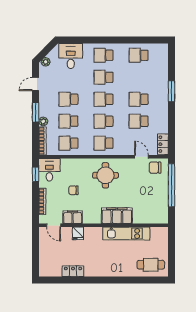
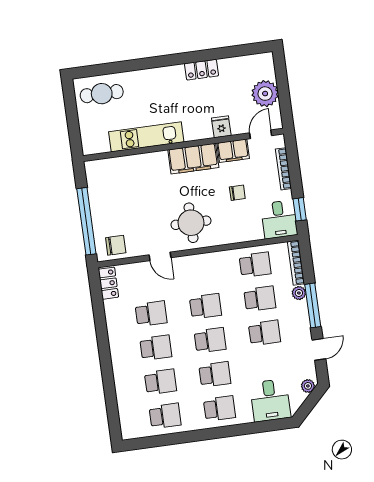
window: (172, 91) -> (106, 367), removed
window: (36, 112) -> (313, 305), width x1.44
school desk: (104, 143) -> (160, 382), moved
door: (142, 157) -> (160, 256), moved
filing cabinet: (117, 216) -> (193, 159), moved
door: (54, 225) -> (261, 134), hinge flipped
plant: (47, 251) -> (265, 94), added
locker: (73, 271) -> (201, 70), moved

